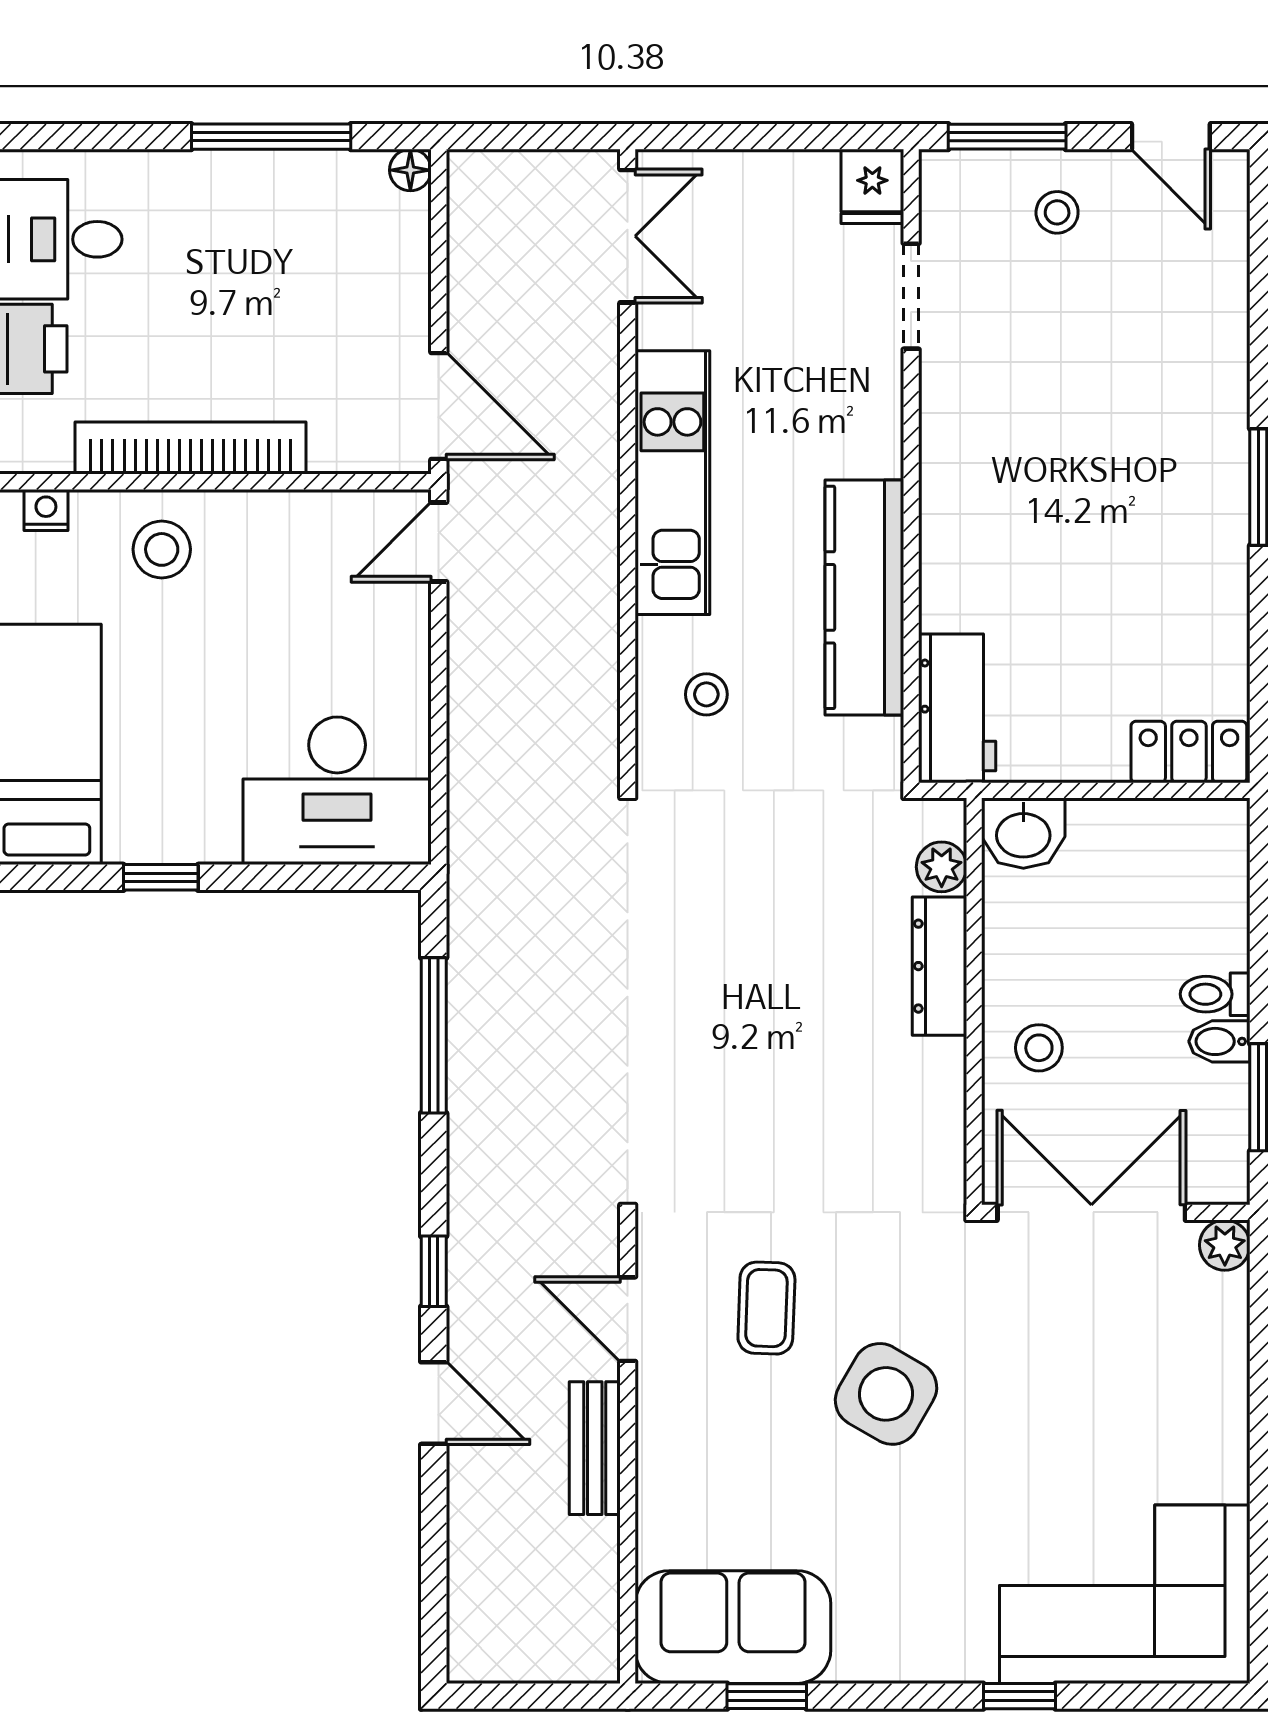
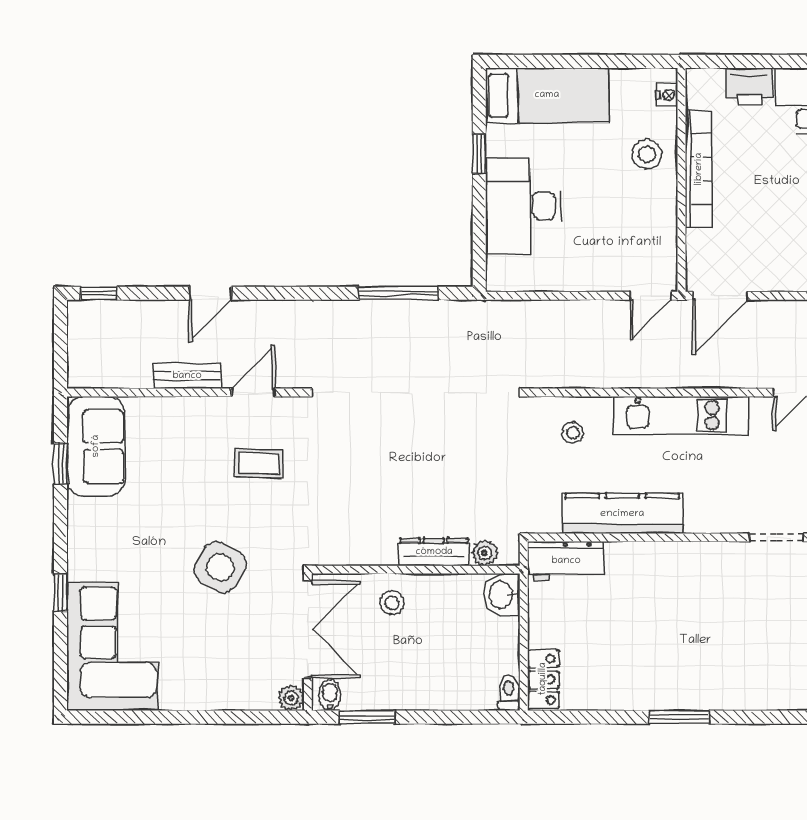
door: (439, 542) -> (651, 296), swing flipped
desk: (337, 791) -> (523, 206), moved
toilet: (1215, 994) -> (509, 693), moved
bidet: (1219, 1041) -> (330, 695), moved
window: (434, 1271) -> (99, 293), moved
side table: (886, 1394) -> (220, 567), moved

